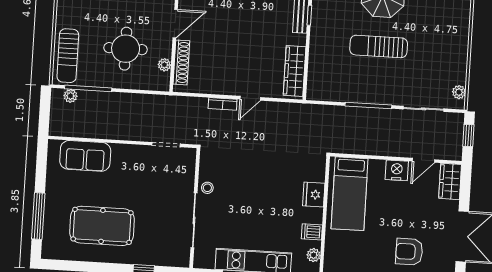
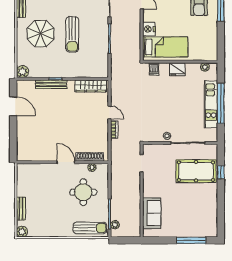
nightstand: (397, 170) -> (149, 29), moved
fridge: (314, 195) -> (177, 69), moved
pool table: (102, 226) -> (196, 171), moved, turned 90
dishwasher: (312, 232) -> (154, 69), moved

